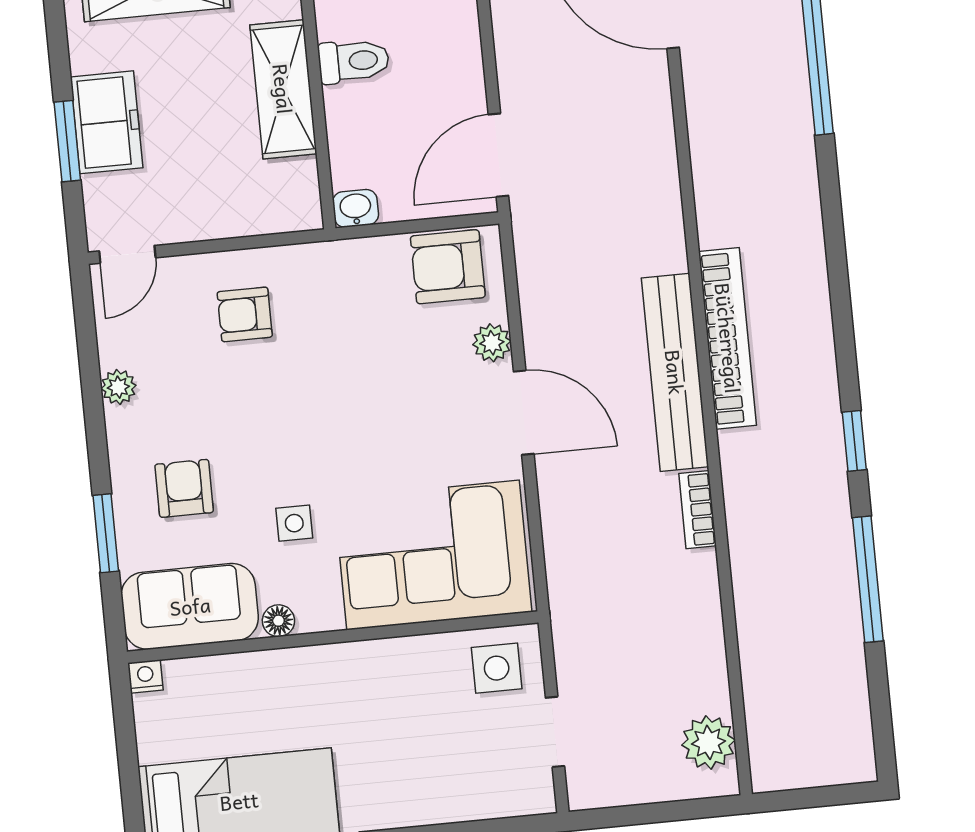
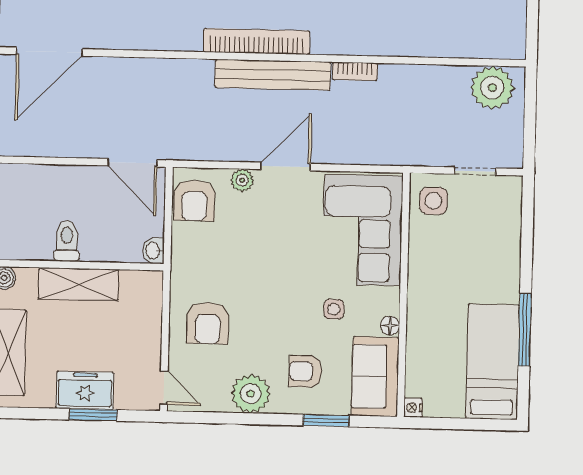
armchair: (245, 314) -> (208, 323), width x1.38, depth x1.38
plant: (118, 387) -> (251, 394), width x1.87, depth x1.87
plant: (708, 742) -> (492, 88), width x1.36, depth x1.36

